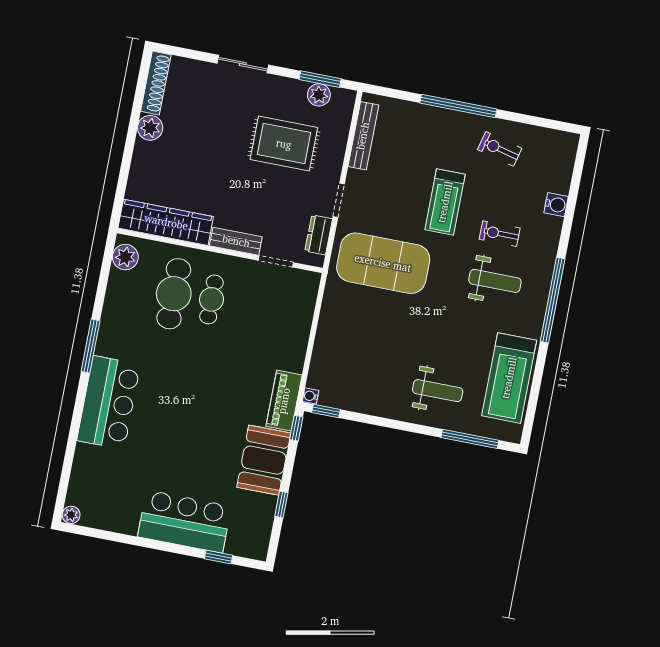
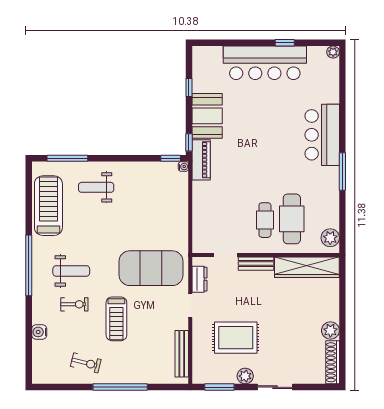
plant: (319, 95) -> (245, 376), moved
treadmill: (445, 202) -> (116, 319), turned 180
weight bench: (495, 281) -> (71, 271), turned 180
bar counter: (184, 521) -> (265, 63), width x1.36
window: (219, 557) -> (285, 43), moved

